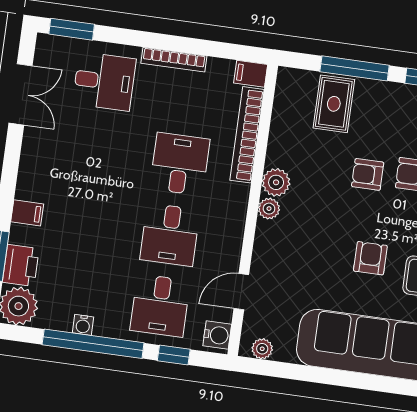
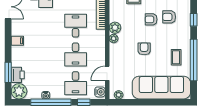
filing cabinet: (27, 213) -> (17, 41), moved
armchair: (370, 258) -> (144, 49), moved

